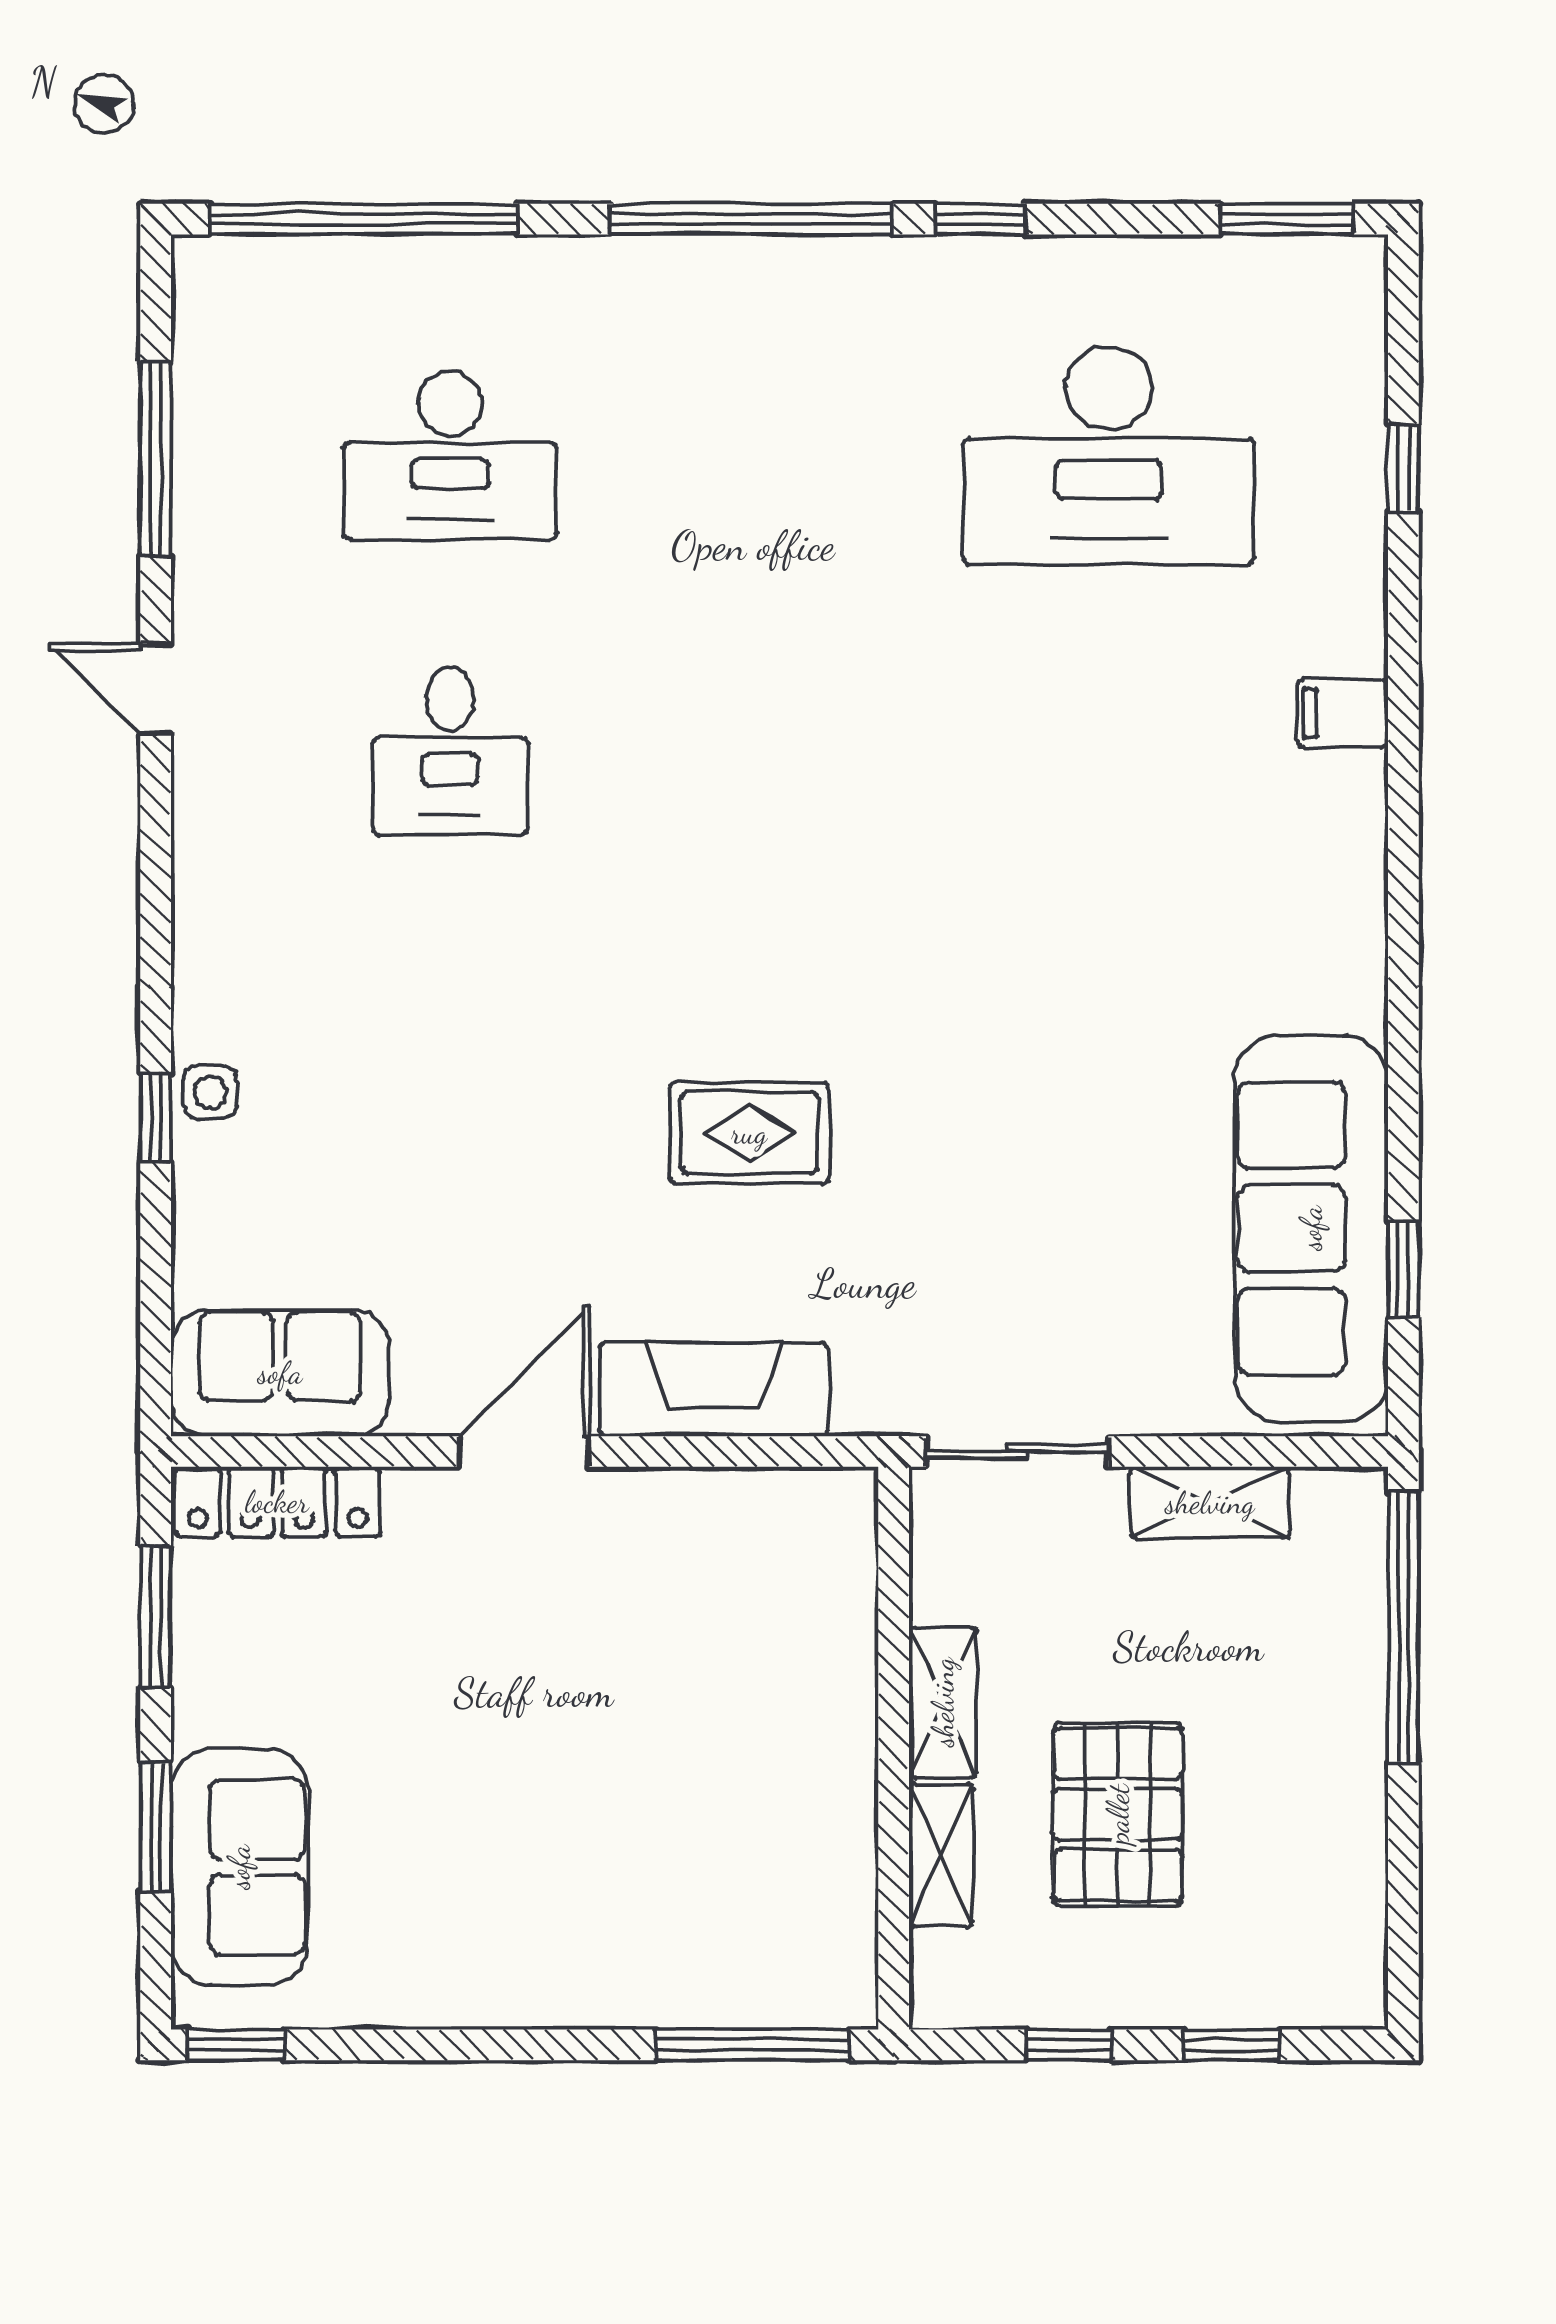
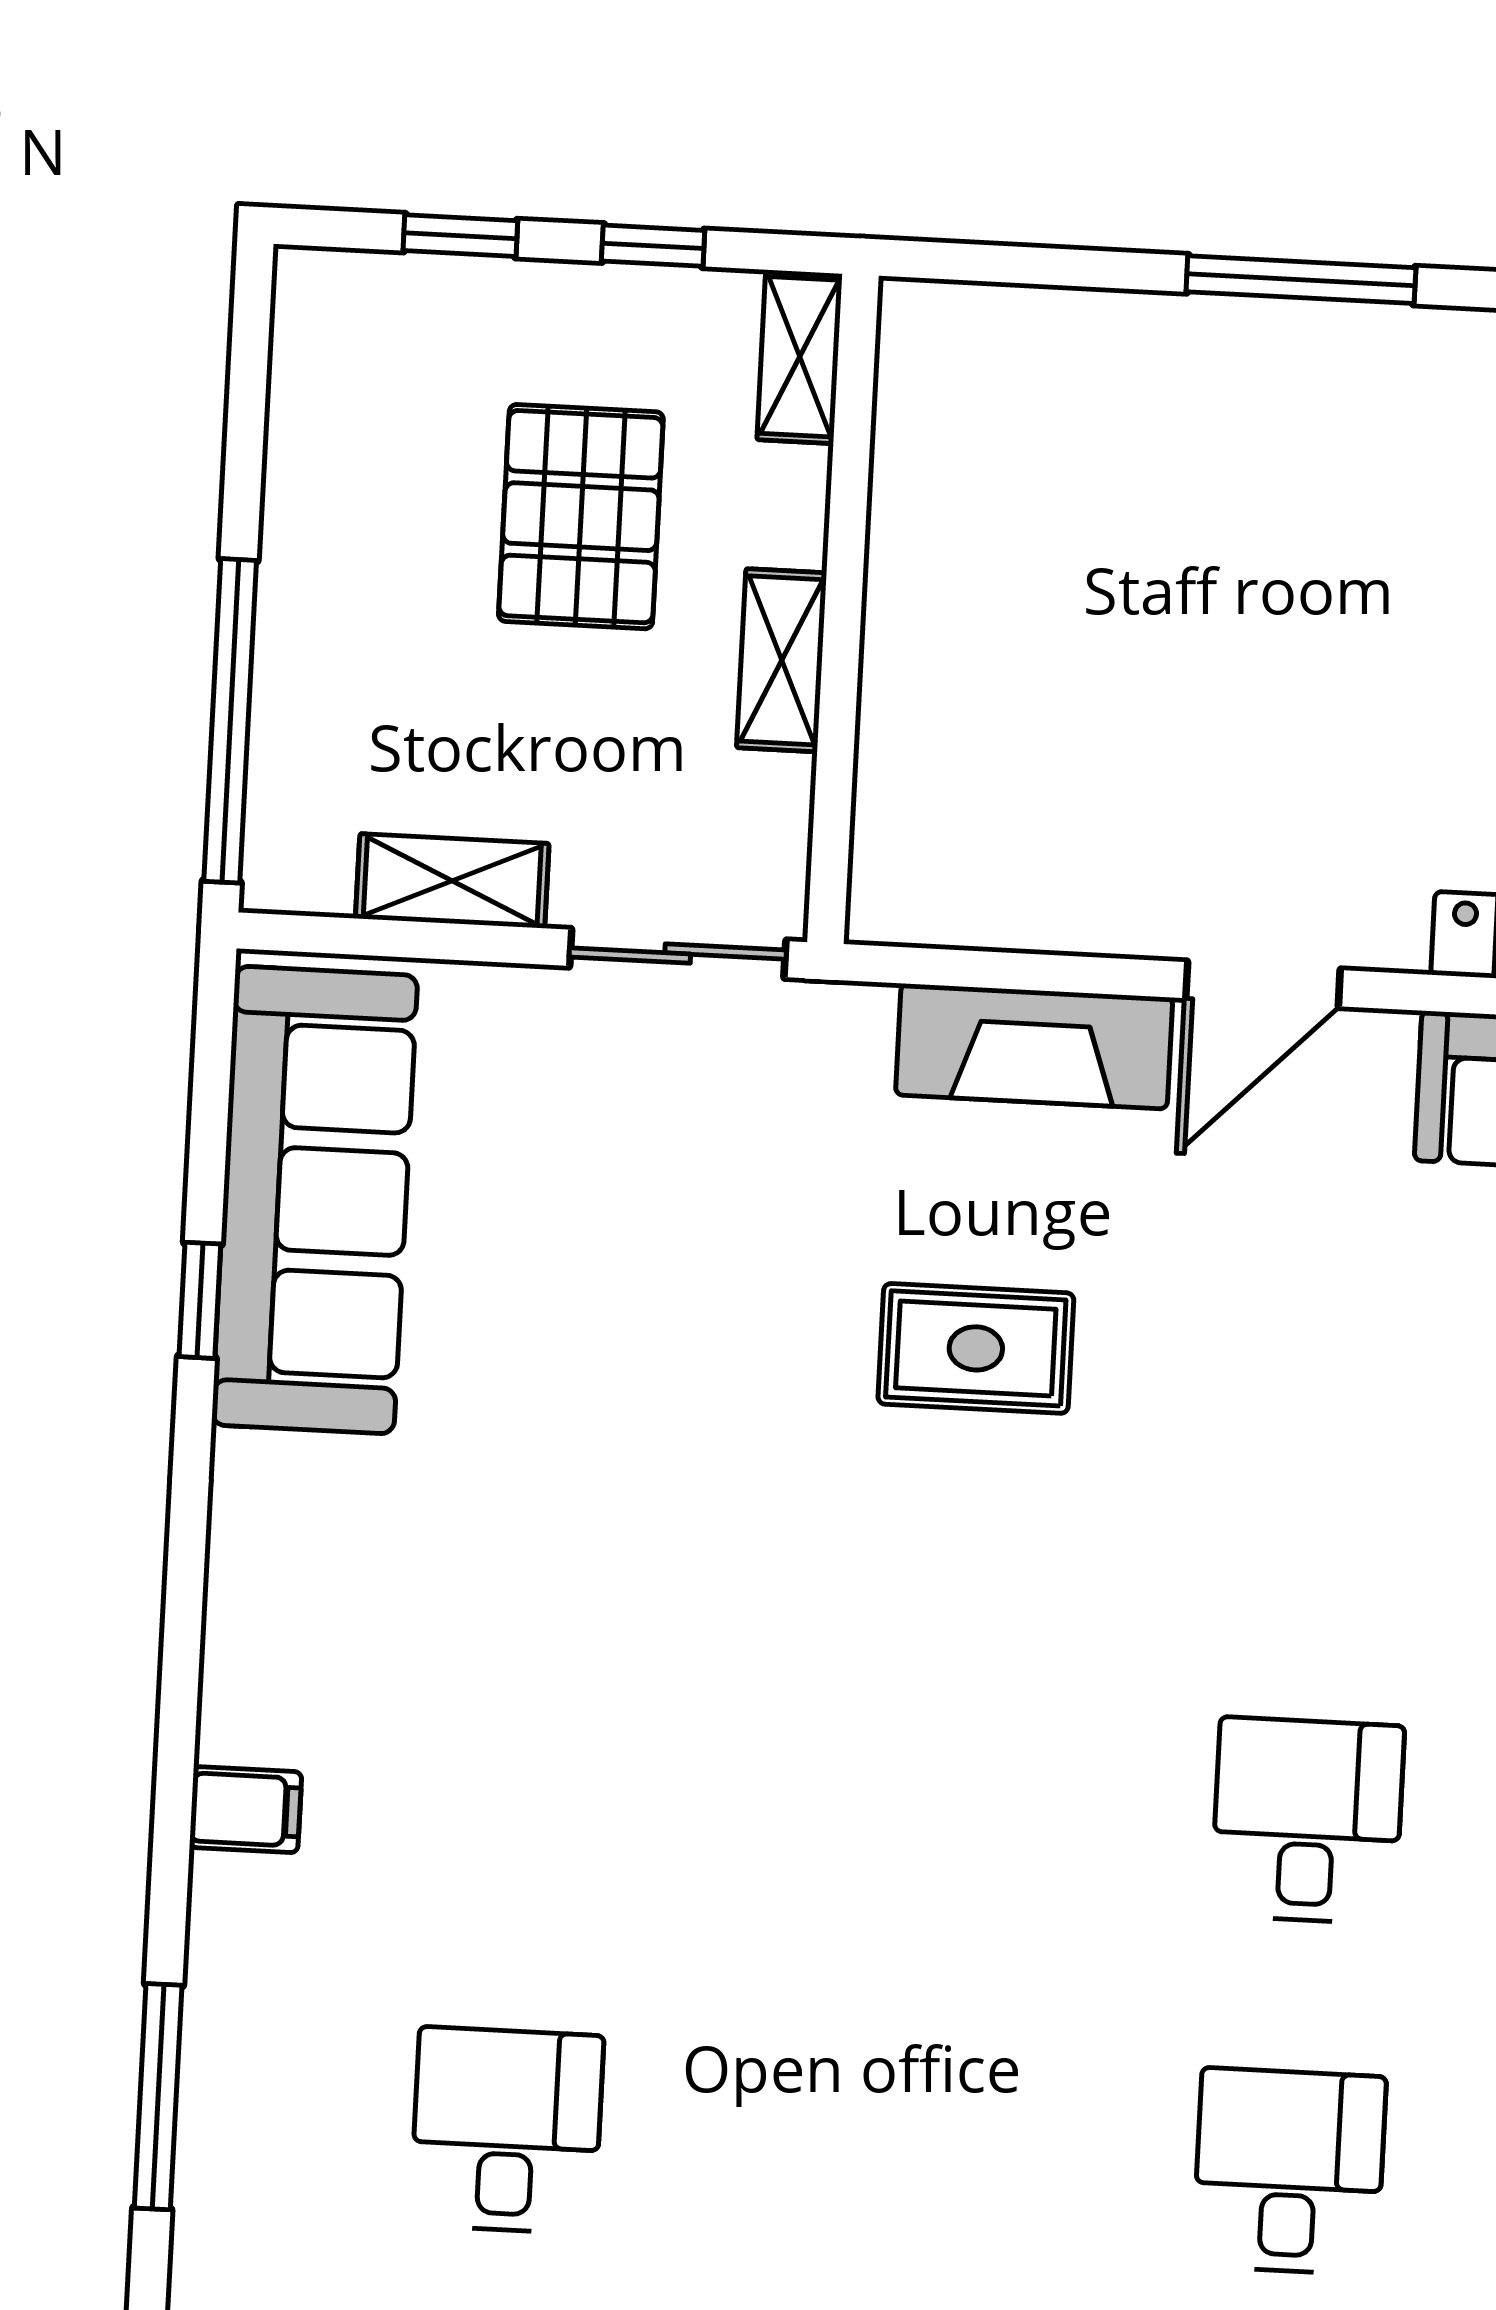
desk: (450, 456) -> (1289, 2171), width x0.73
desk: (1109, 456) -> (507, 2130), width x0.53, depth x0.77
window: (1403, 468) -> (158, 2097), width x2.17
window: (1403, 1269) -> (200, 1300), moved
shelving: (941, 1856) -> (800, 357), moved
window: (753, 2045) -> (1301, 280), moved

